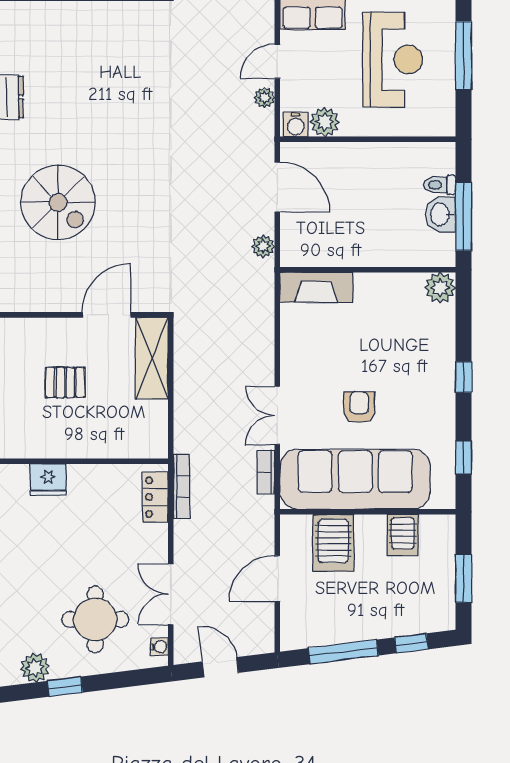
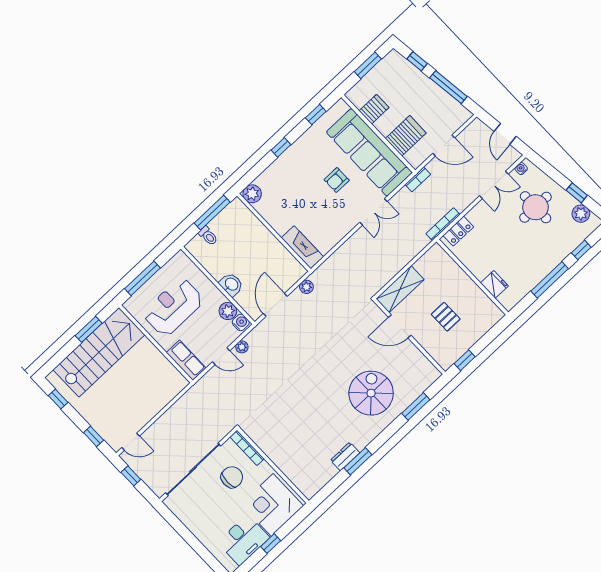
washbasin: (441, 214) -> (231, 284), moved, turned -90
bookcase: (266, 472) -> (418, 179), moved

